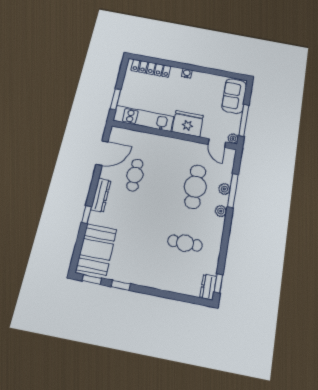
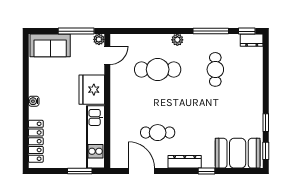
plant: (224, 189) -> (154, 40), removed
window: (233, 191) -> (211, 31), moved

